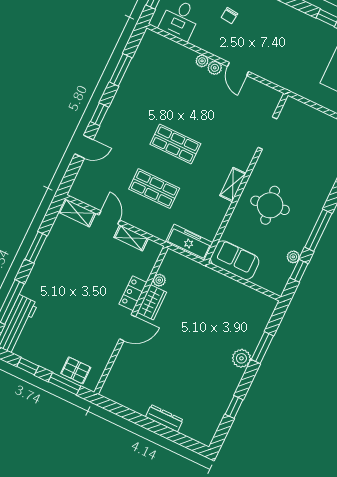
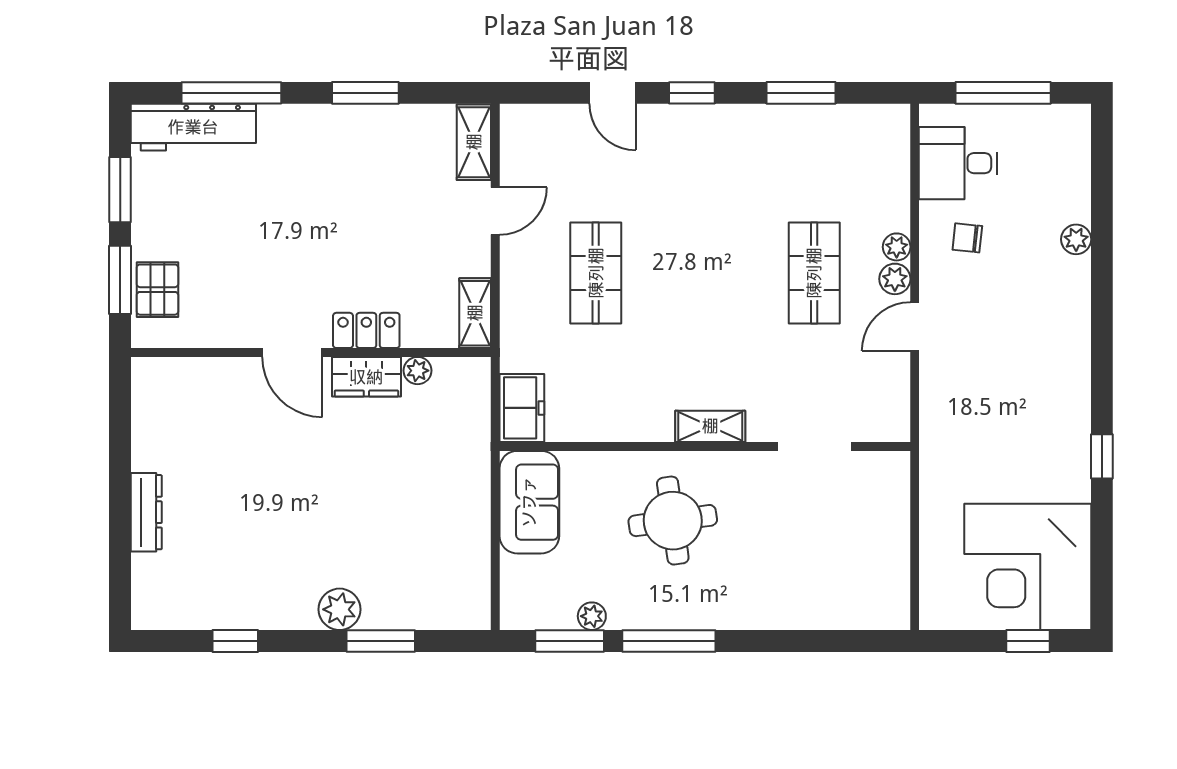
chair: (229, 16) -> (967, 238), moved
shop shelf: (175, 144) -> (814, 273), moved
shelving: (233, 184) -> (710, 426), moved
shelving: (131, 238) -> (475, 313), moved
freezer: (189, 242) -> (522, 408), width x0.71
window: (299, 271) -> (570, 641), width x1.50
window: (28, 366) -> (120, 190), width x1.50

